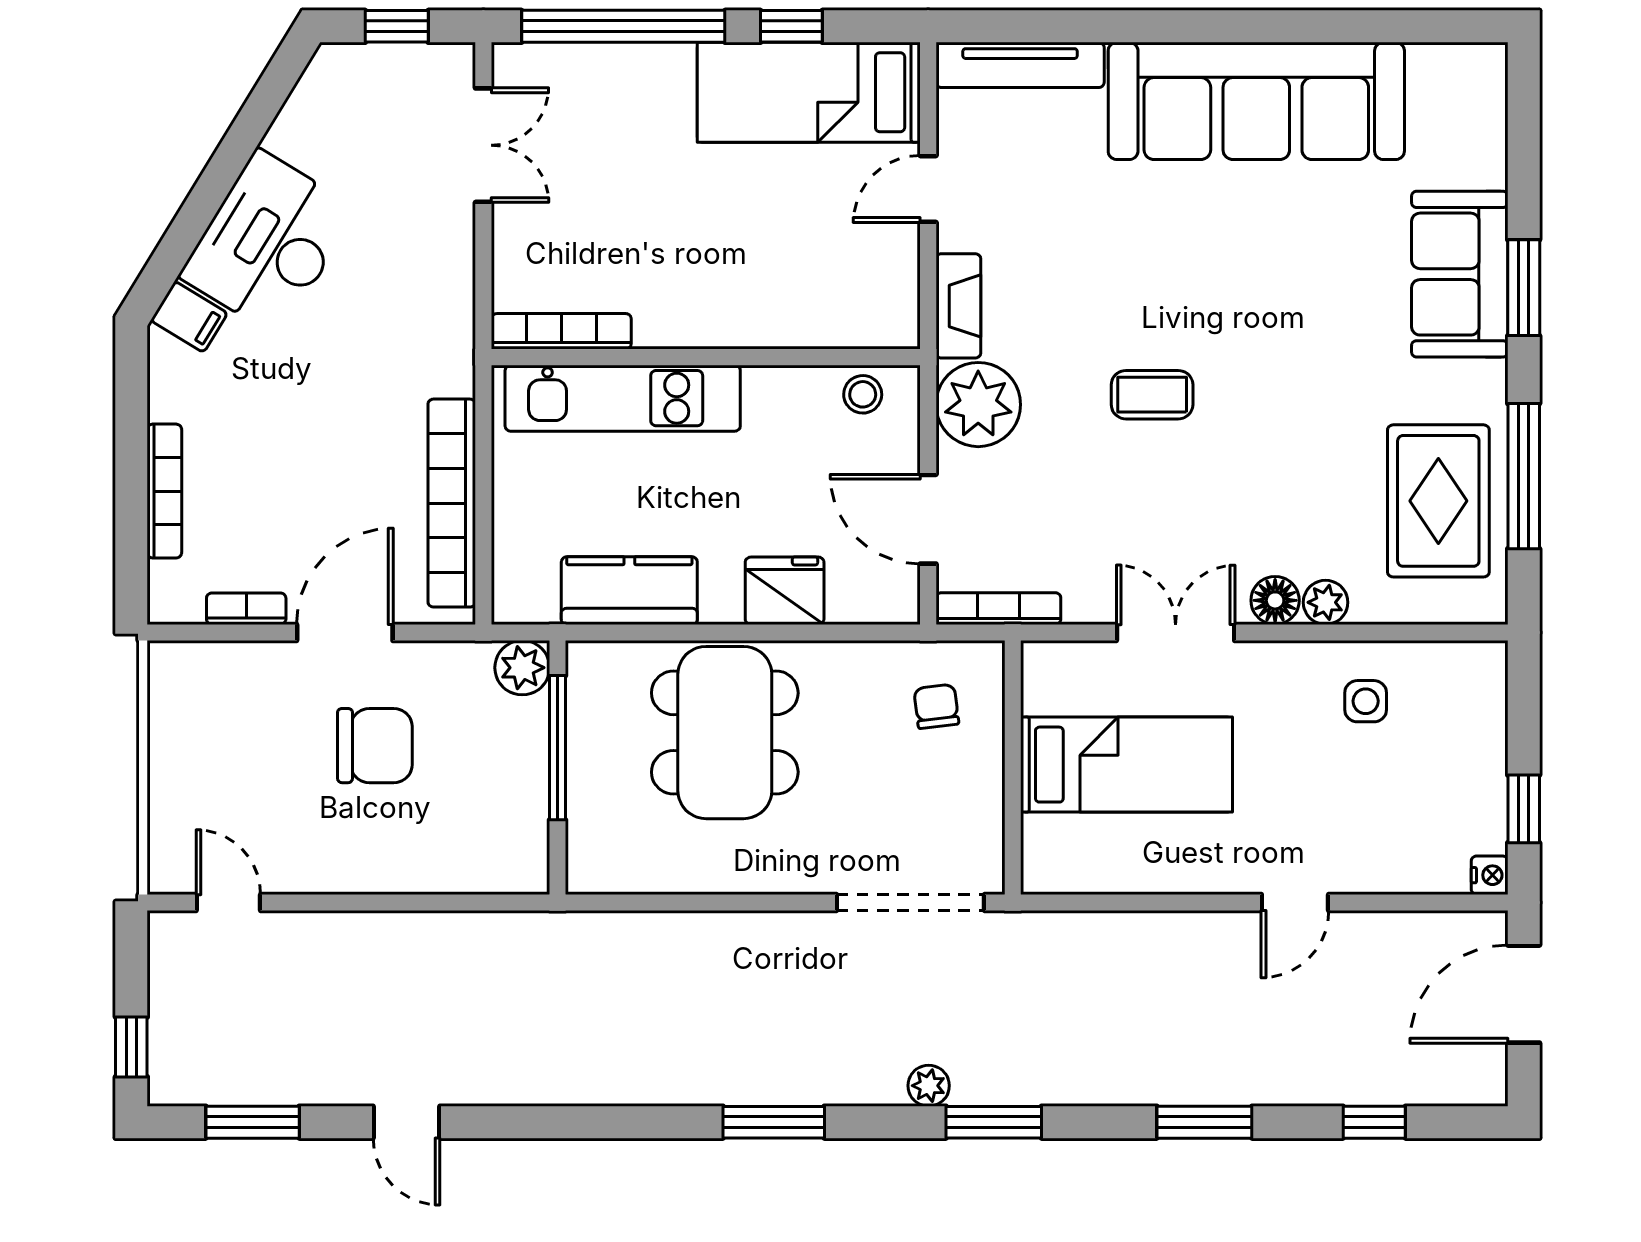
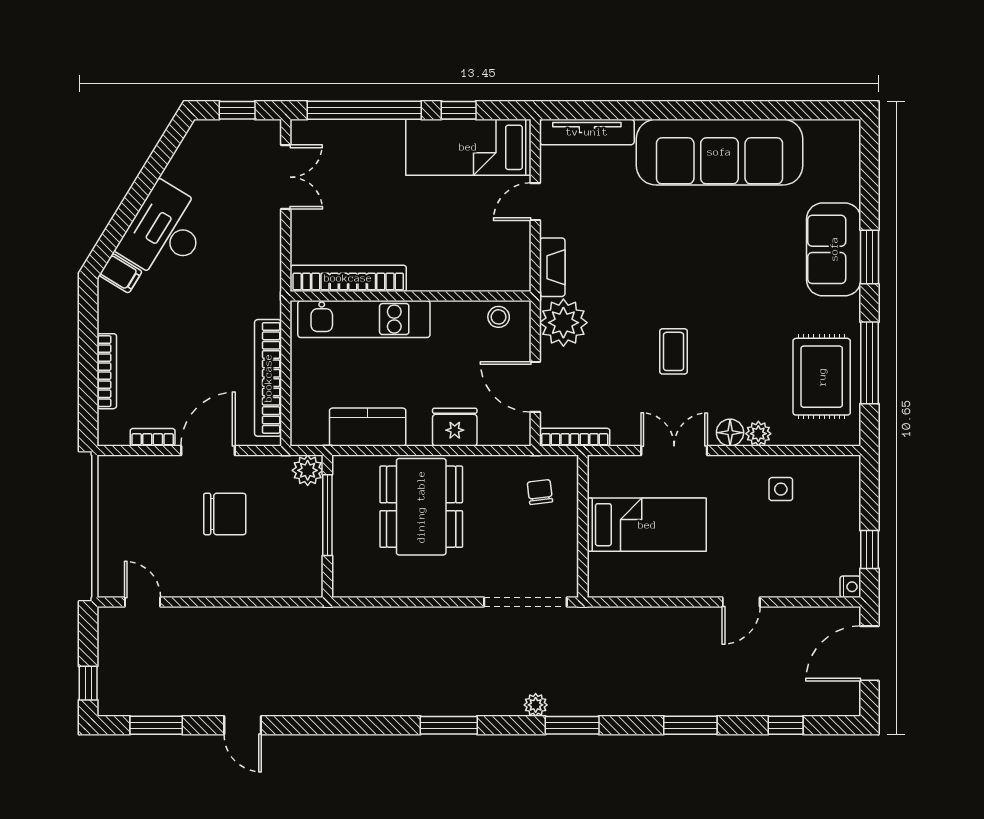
bookcase: (561, 331) -> (348, 278), width x1.48, depth x1.31
coffee table: (1152, 395) -> (674, 351), moved, turned 90

